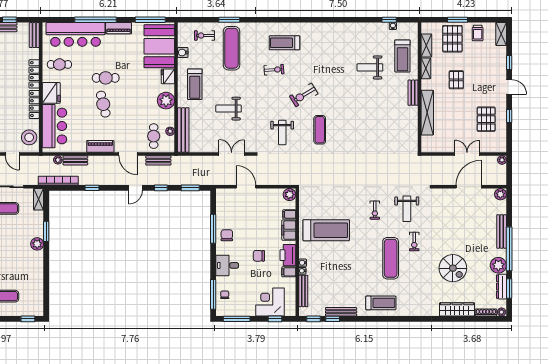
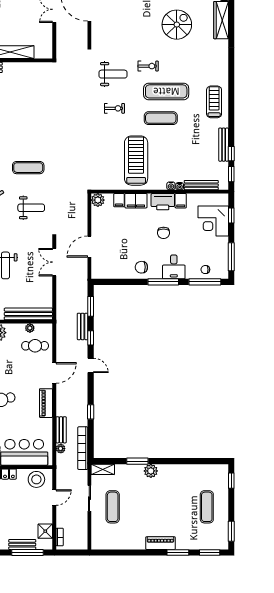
bench: (158, 160) -> (83, 326), moved
window: (213, 229) -> (163, 282), moved
exercise mat: (366, 253) -> (161, 118), added

